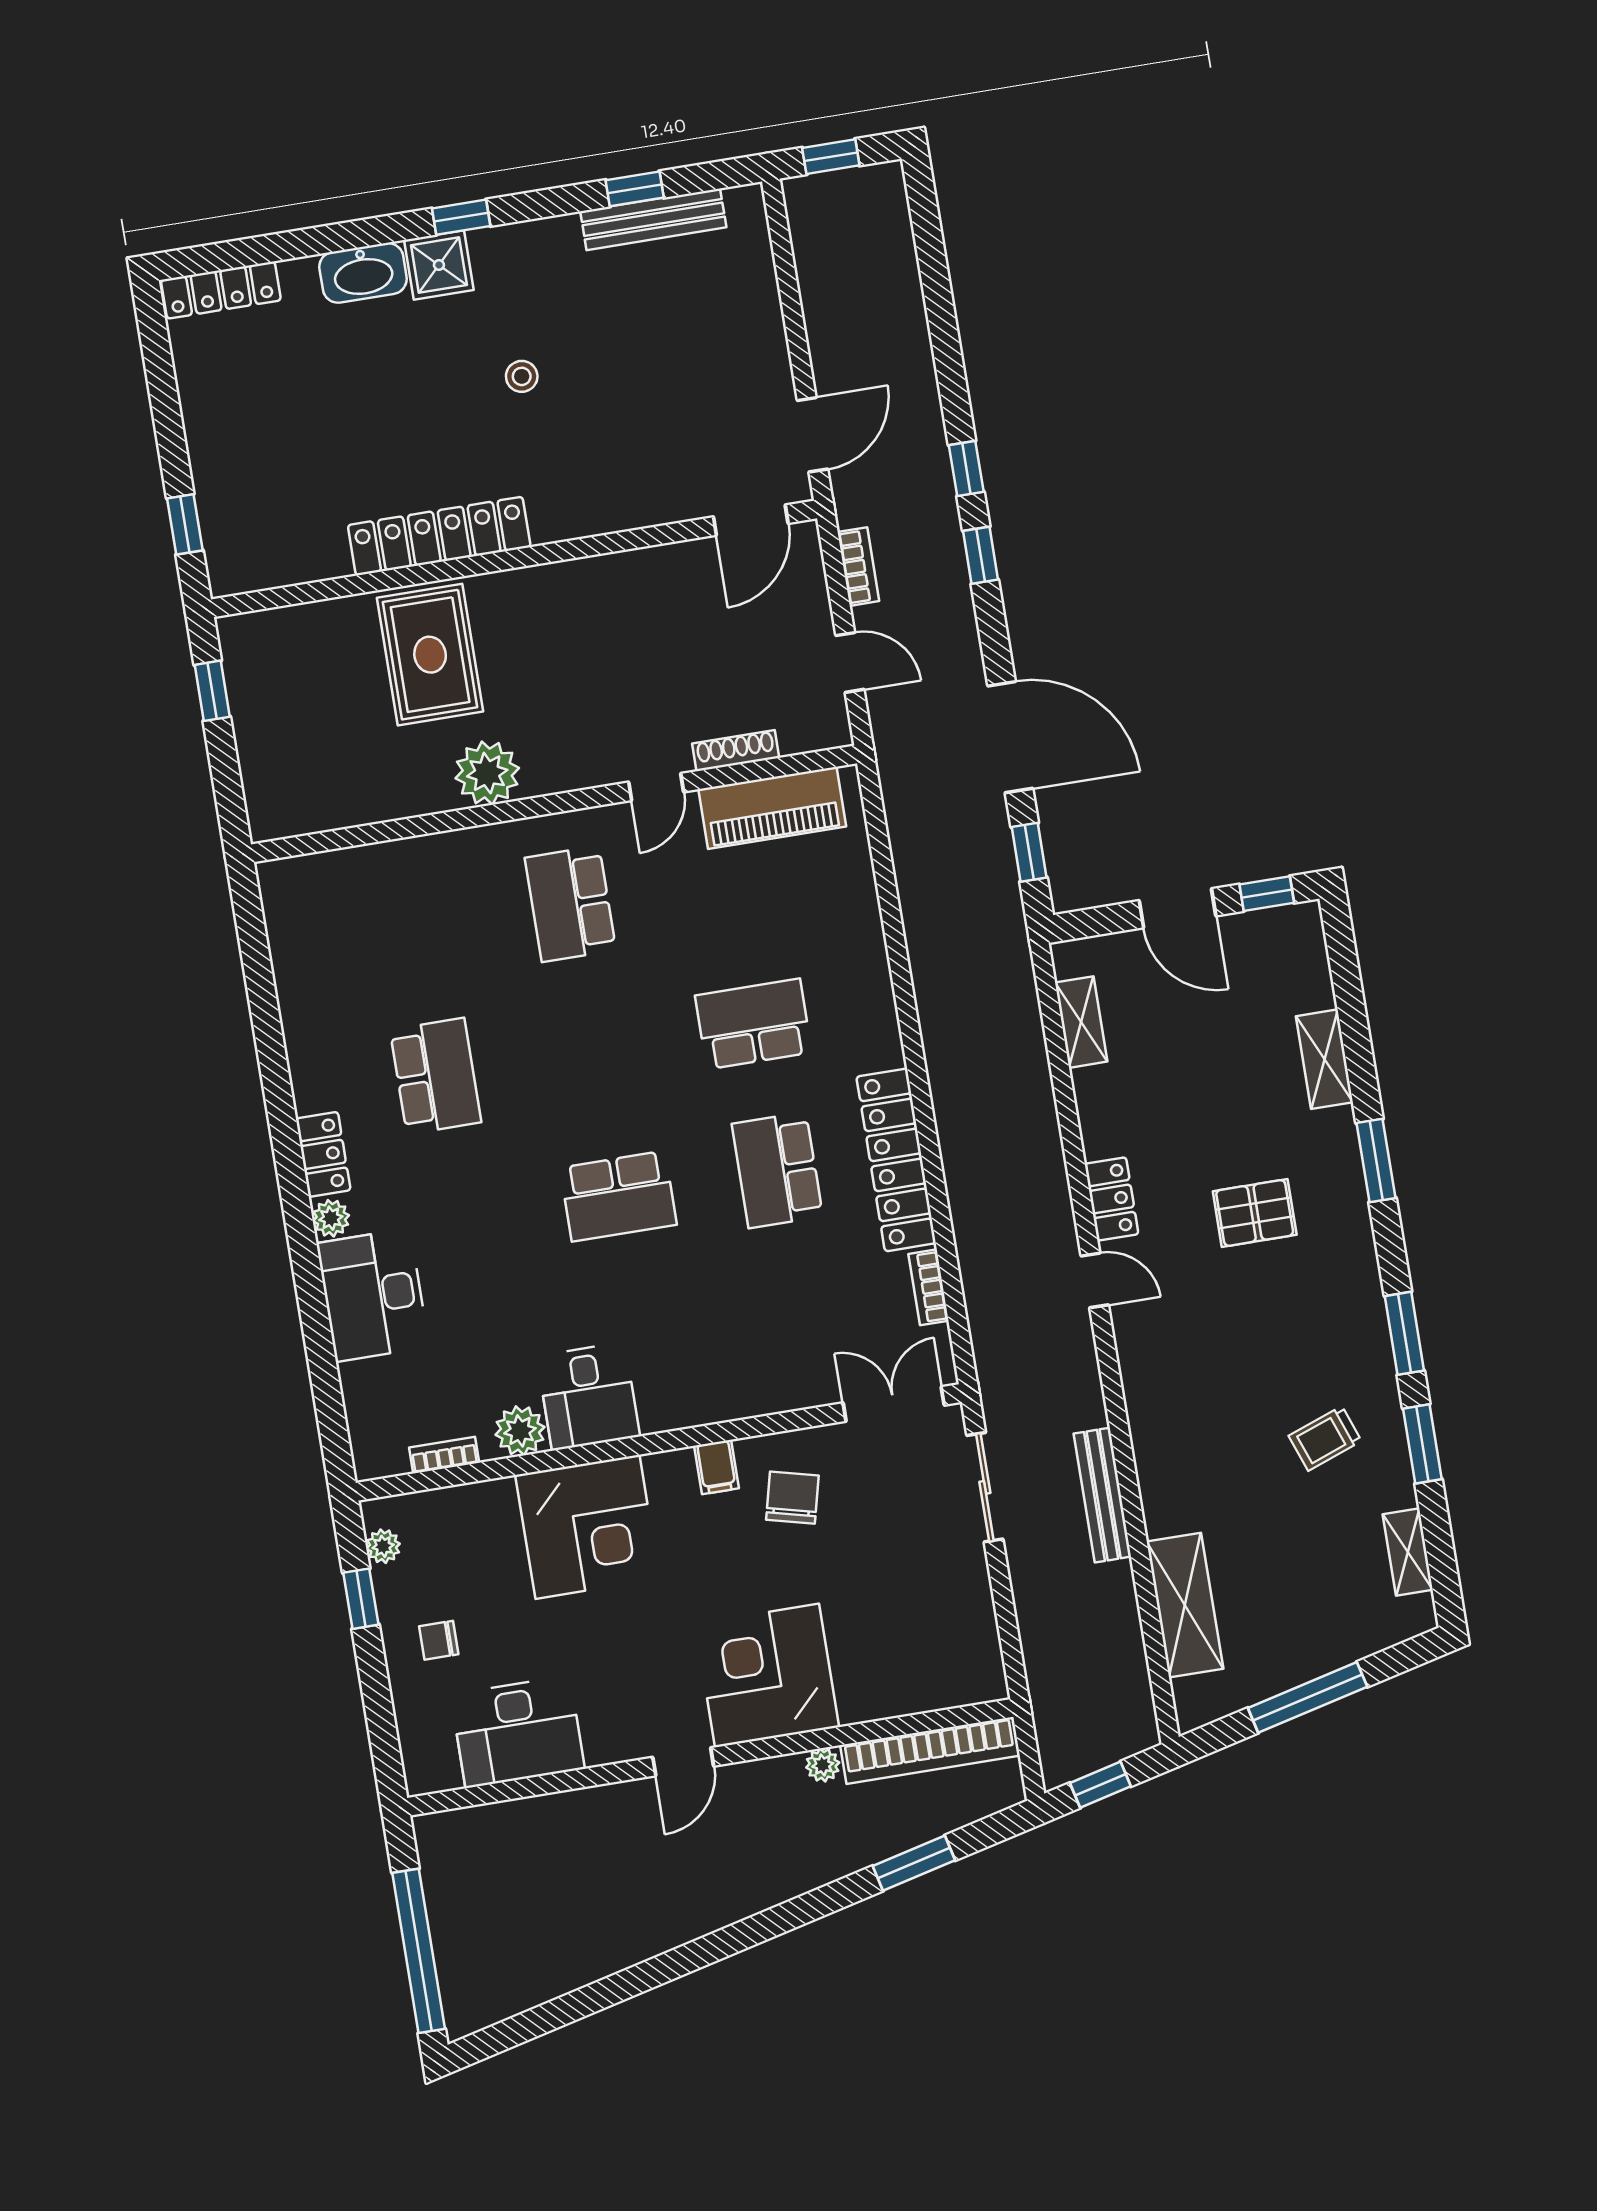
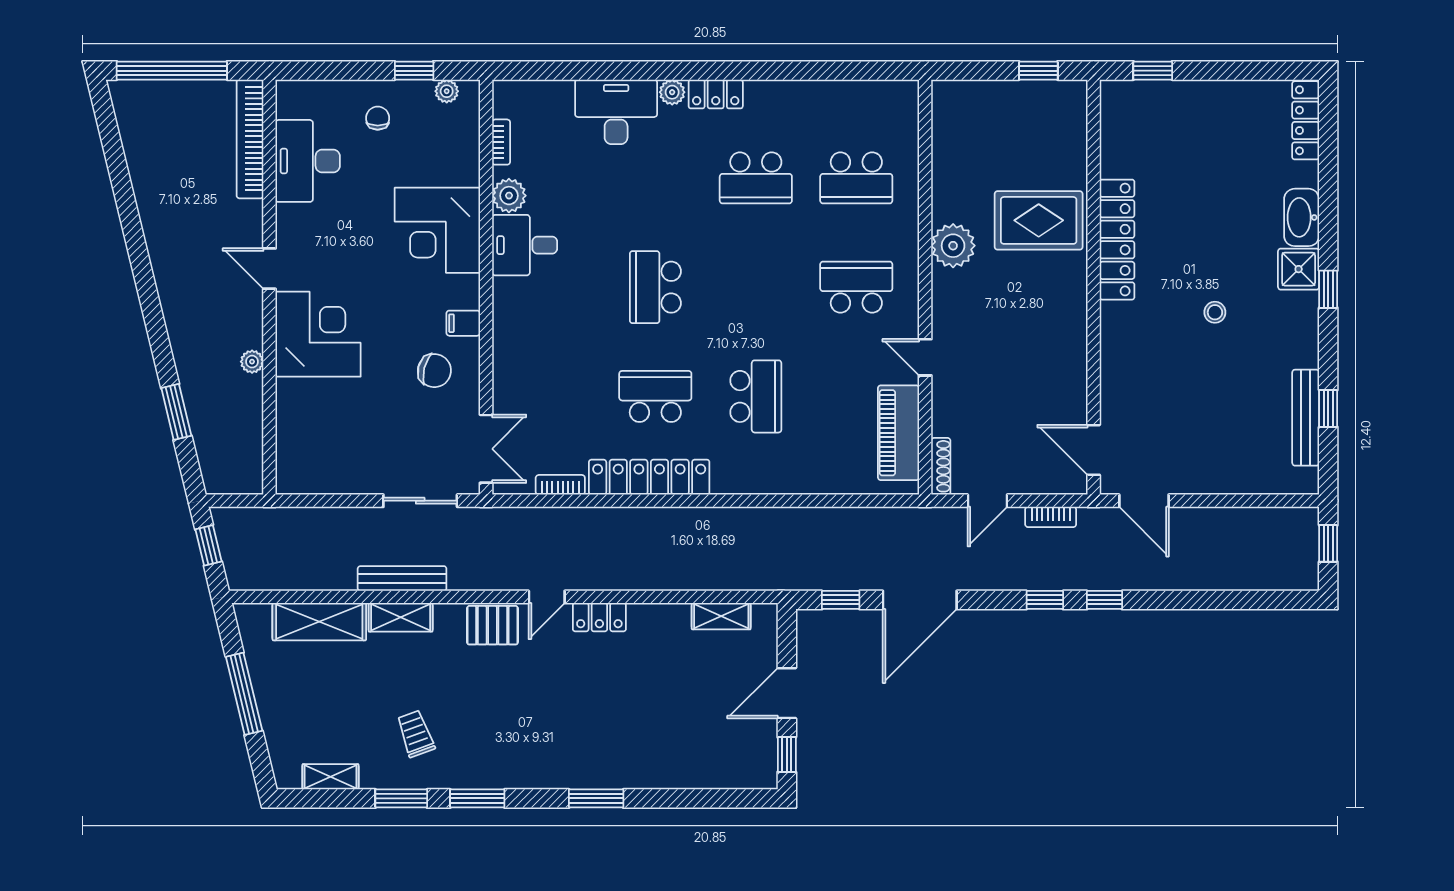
shoe rack: (736, 751) -> (941, 466), moved
school desk: (412, 930) -> (856, 178), added
shelving: (1324, 1059) -> (401, 617), moved
pallet: (1255, 1213) -> (492, 625), moved, turned 90
bookcase: (930, 1751) -> (250, 139), moved

